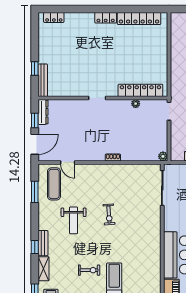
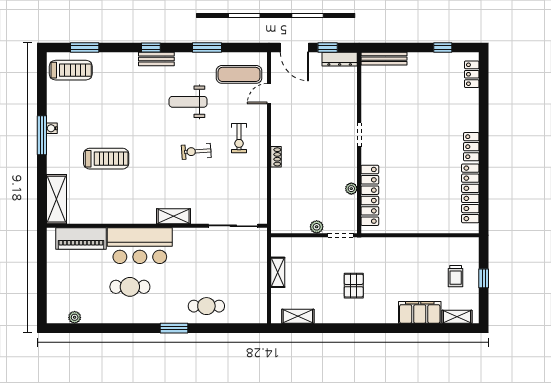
window: (35, 68) -> (443, 48), moved
plant: (163, 156) -> (317, 227), moved
window: (35, 192) -> (207, 48), moved
shelving: (44, 269) -> (174, 216), moved
exercise bike: (89, 270) -> (239, 138), moved

